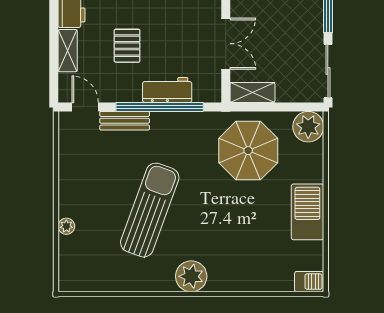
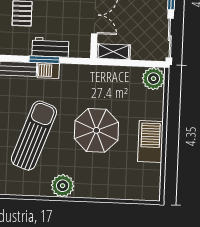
window: (160, 107) -> (44, 60), width x0.47
parasol: (248, 151) -> (96, 130), moved
barbecue: (309, 282) -> (48, 71), moved, turned 180

